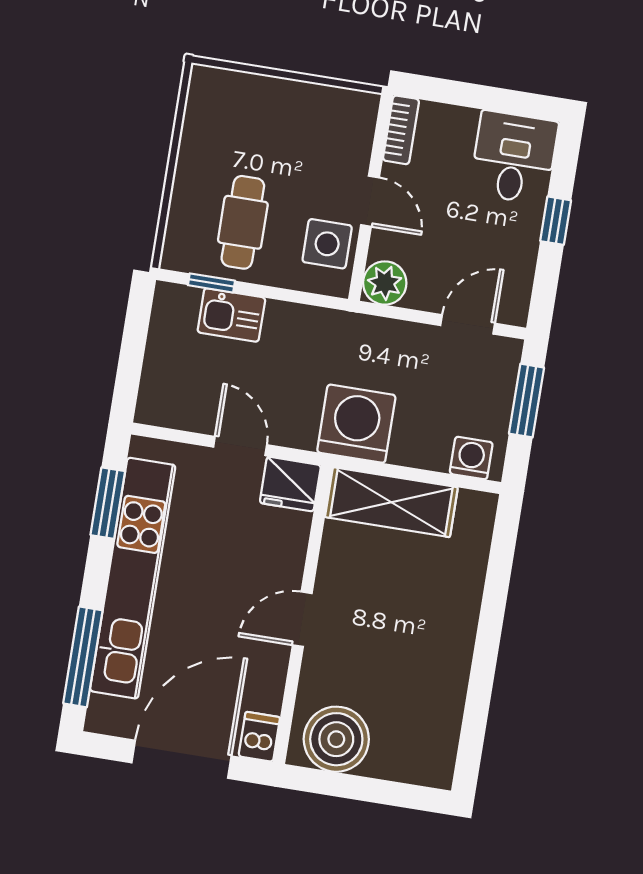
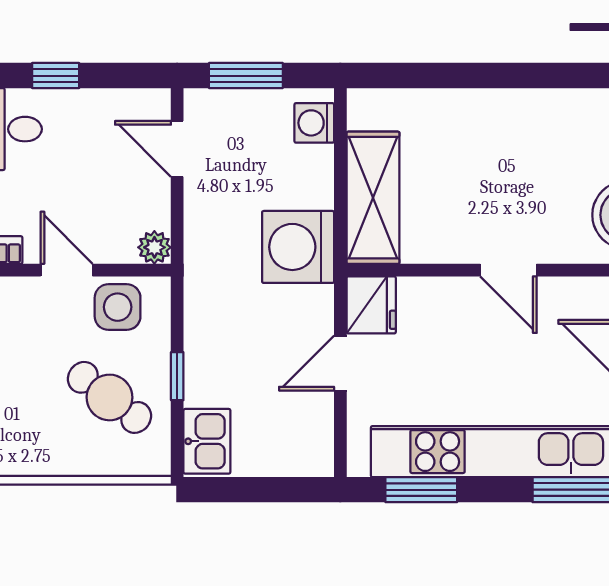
door: (370, 201) -> (67, 270), hinge flipped
cafe table: (243, 222) -> (109, 397), turned 37
window: (211, 283) -> (177, 376), moved
plant: (385, 283) -> (154, 247), width x0.73, depth x0.73
kitchen sink: (231, 315) -> (207, 441), moved

